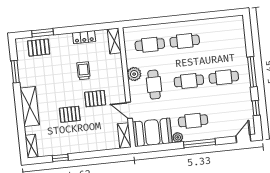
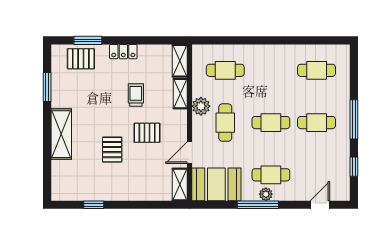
locker: (84, 37) -> (123, 52), moved
cafe table: (185, 41) -> (317, 70), moved
door: (129, 110) -> (189, 153), hinge flipped
pallet: (70, 114) -> (112, 150), turned 90
plant: (178, 137) -> (266, 194), moved
door: (243, 139) -> (320, 205), moved
window: (199, 143) -> (258, 205), moved
shelving: (31, 146) -> (180, 94), moved

